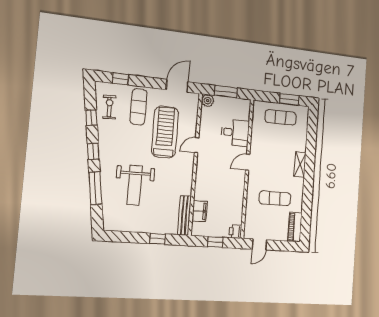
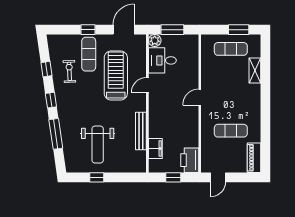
window: (120, 79) -> (88, 30), moved
exercise bike: (109, 107) -> (69, 71), moved
desk: (235, 133) -> (162, 60), moved, turned 180
shelving: (300, 165) -> (255, 70), moved
weight bench: (135, 185) -> (98, 145), moved
bench: (184, 215) -> (141, 131), moved
printer: (235, 231) -> (190, 160), width x1.87, depth x1.48
window: (157, 239) -> (97, 177), moved

